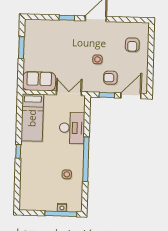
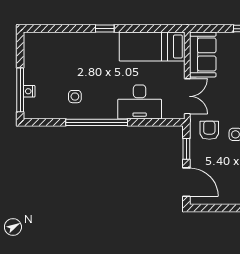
armchair: (110, 78) -> (209, 130), moved

